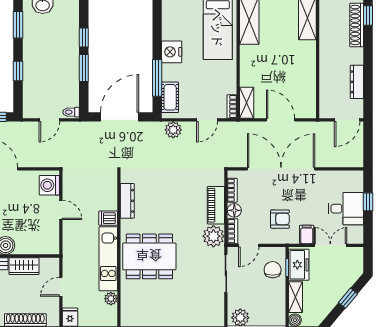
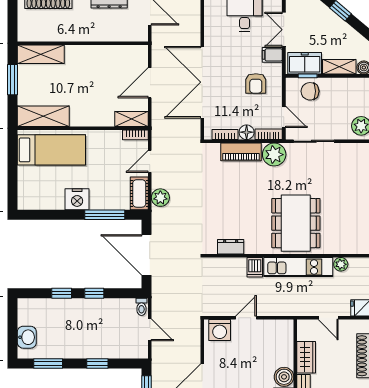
window: (84, 68) -> (94, 293), width x0.67
cot: (170, 97) -> (139, 193), moved, turned 90
door: (207, 120) -> (150, 161), swing flipped
dresser: (127, 201) -> (231, 247), width x0.70
armchair: (280, 219) -> (256, 83), turned 180

